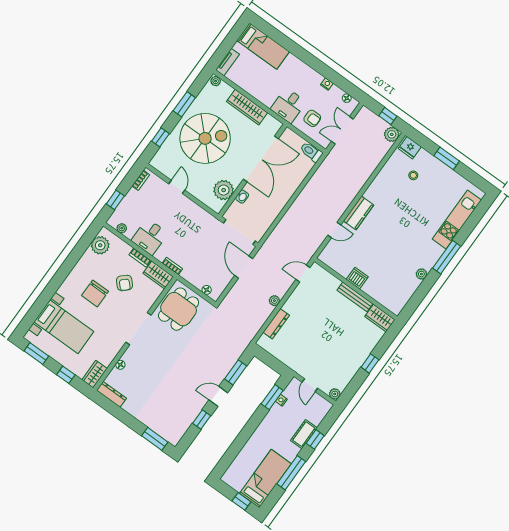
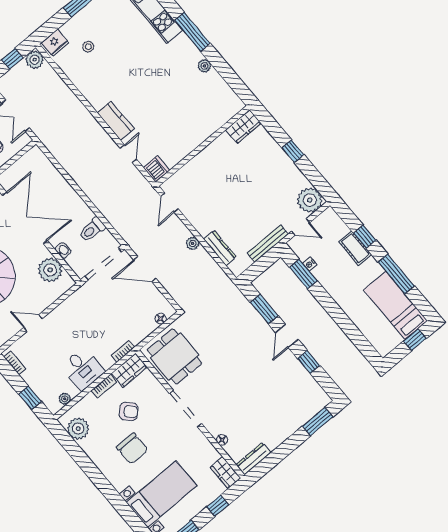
toilet: (311, 152) -> (92, 230), moved
dishwasher: (357, 278) -> (156, 169), moved, turned 90
bench: (355, 297) -> (268, 244), moved
plant: (335, 394) -> (310, 200), width x1.87, depth x1.87

